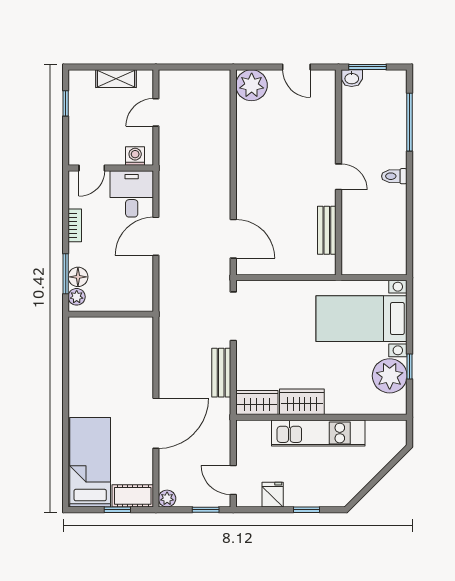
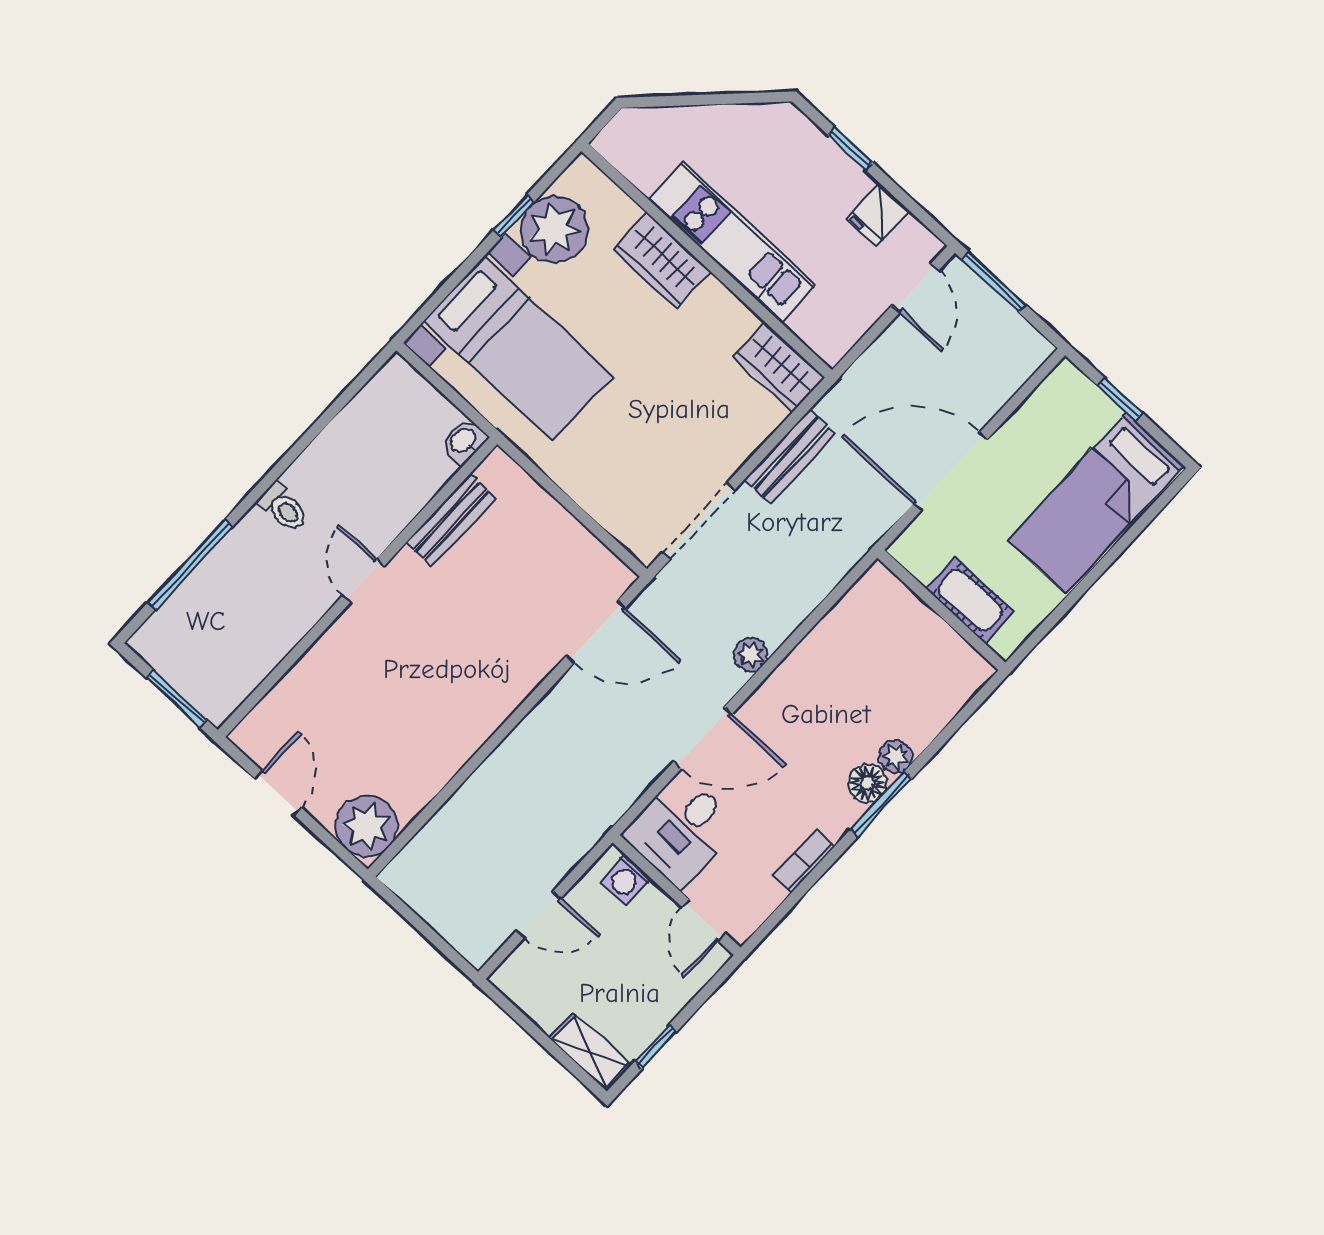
washbasin: (352, 78) -> (464, 441), moved, turned -90
shelving: (116, 79) -> (590, 1052), moved
door: (92, 168) -> (704, 920), swing flipped
door: (233, 239) -> (596, 632), swing flipped
wall: (111, 314) -> (941, 610), moved
wardrobe: (302, 402) -> (662, 261), moved
cot: (133, 496) -> (970, 600), moved
plant: (167, 499) -> (750, 655), moved
window: (206, 510) -> (994, 282), width x1.50

